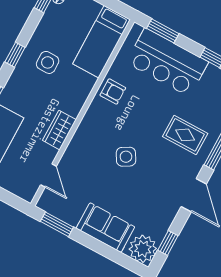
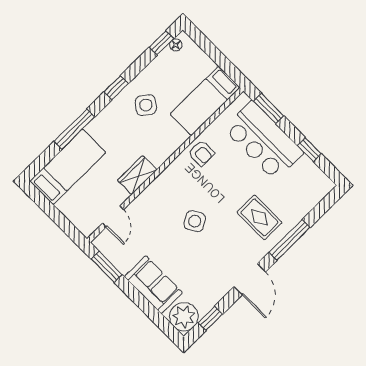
side table: (48, 62) -> (146, 105), turned 37

